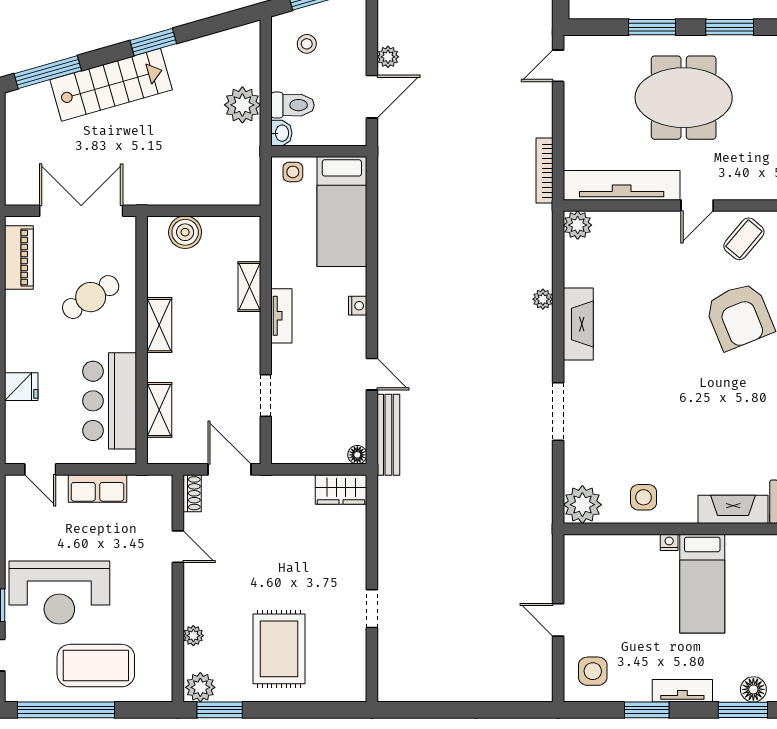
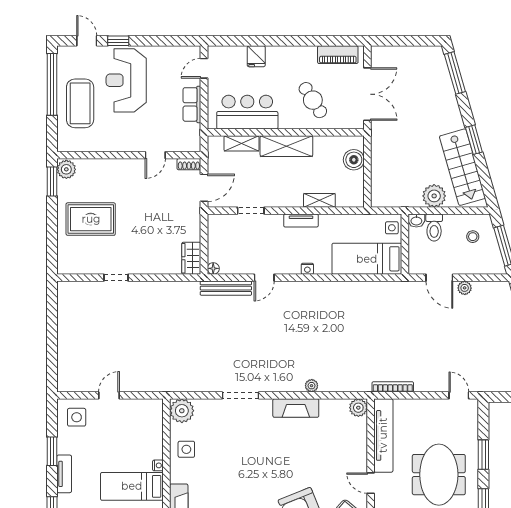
stairs: (111, 85) -> (462, 167), moved
shelving: (159, 325) -> (286, 146), width x1.50, depth x1.33
plant: (193, 636) -> (99, 165), removed

